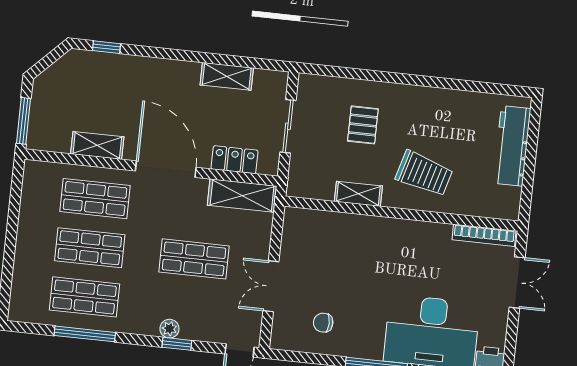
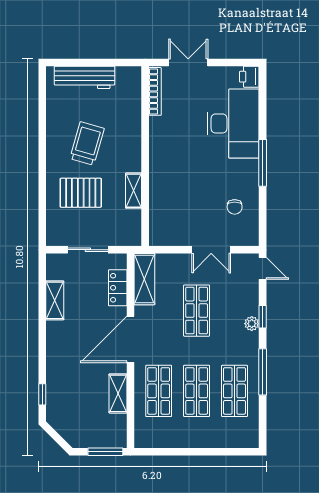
pallet: (363, 125) -> (81, 193), width x1.50, depth x1.42
trolley: (424, 174) -> (87, 144), moved
window: (85, 334) -> (263, 372), moved

